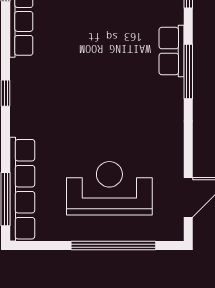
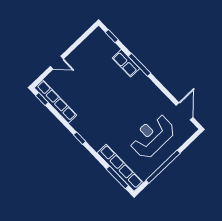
window: (113, 246) -> (163, 167), moved

